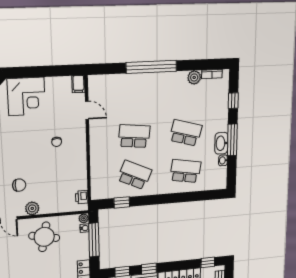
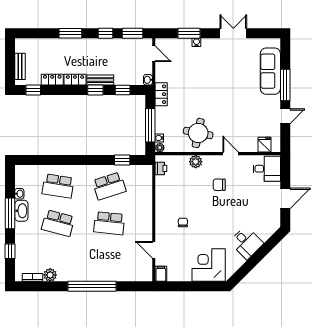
school desk: (135, 175) -> (109, 186), turned -42
plant: (32, 208) -> (196, 162), moved

